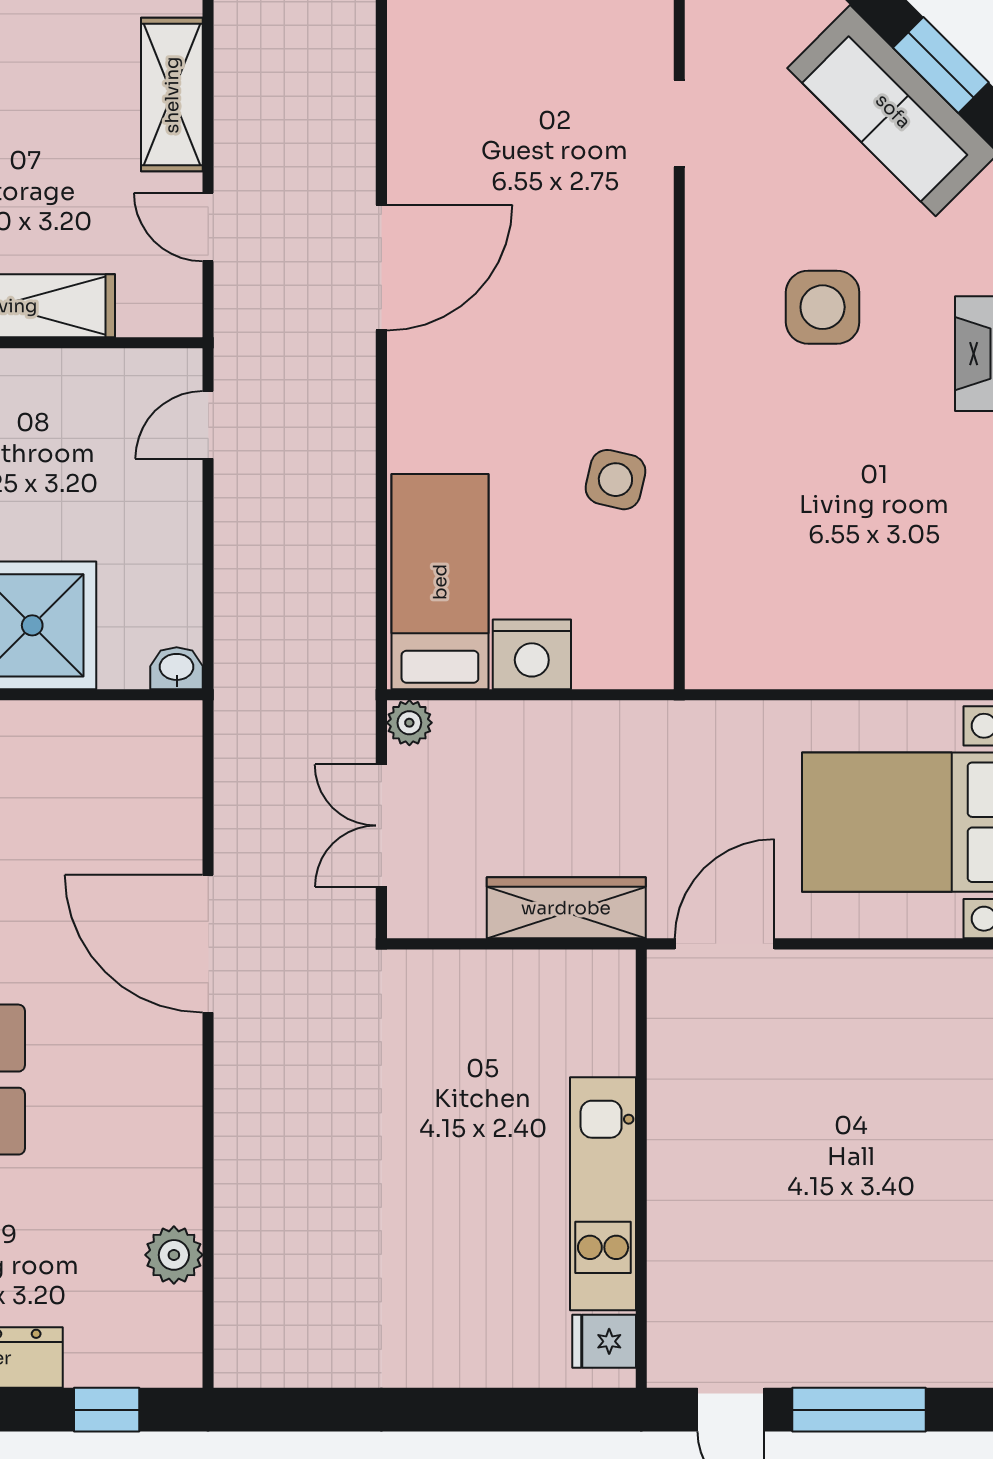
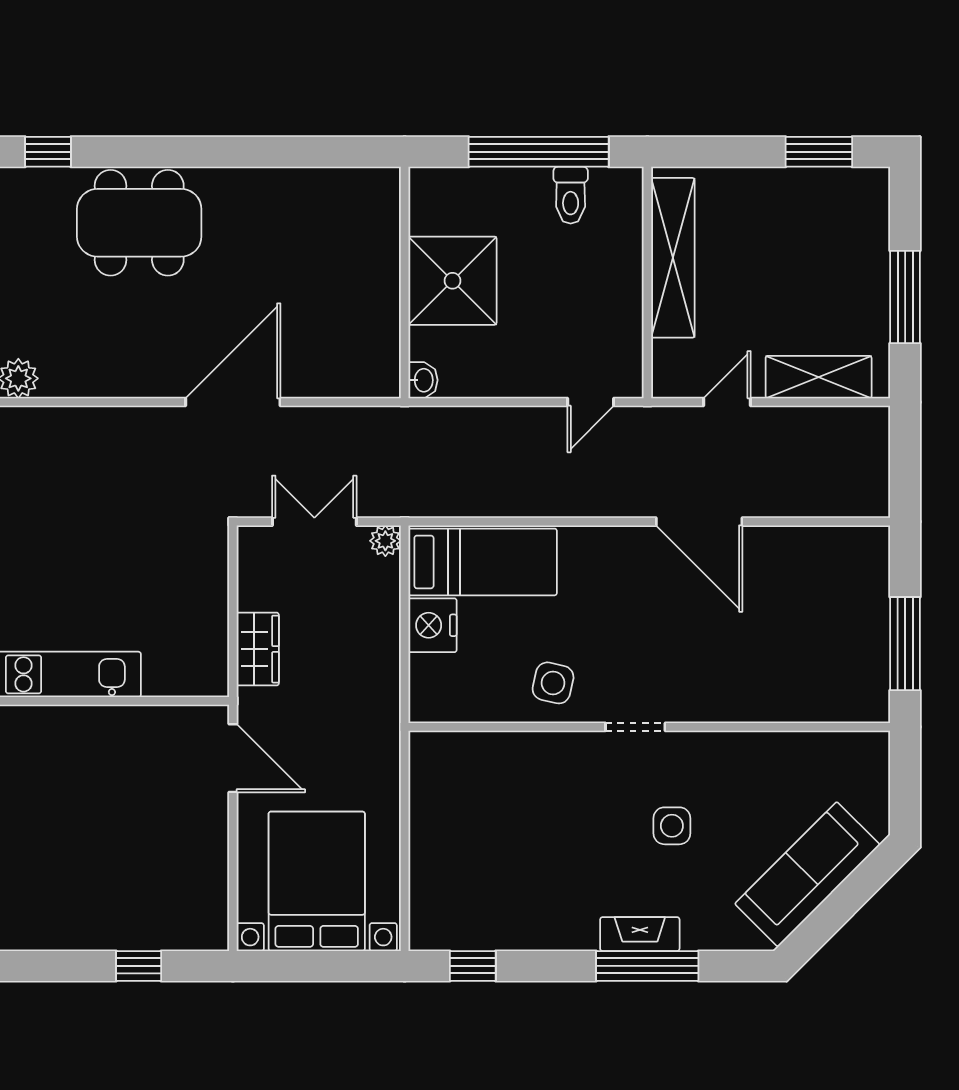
window: (941, 65) -> (839, 907), removed
doorway: (679, 124) -> (635, 727), moved
side table: (823, 307) -> (672, 826), width x0.73, depth x0.73
door: (208, 425) -> (591, 402), swing flipped
wardrobe: (566, 908) -> (258, 649), width x0.67

